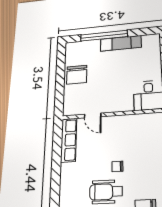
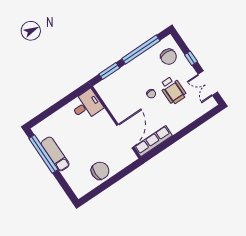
window: (104, 36) -> (43, 154), moved
door: (93, 116) -> (125, 136), width x1.87

